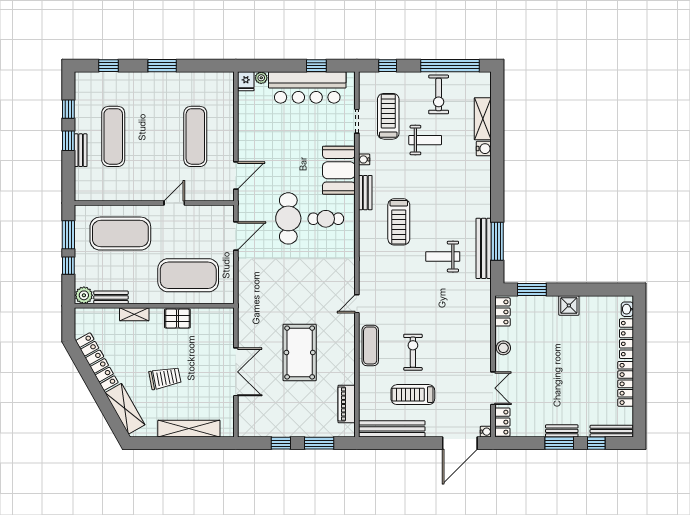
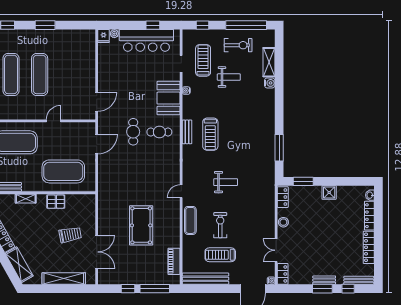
exercise bike: (439, 94) -> (238, 45), turned -90
exercise mat: (195, 136) -> (40, 74), moved
bench: (365, 193) -> (187, 132), moved
cafe table: (288, 218) -> (133, 132), width x0.73, depth x0.74
bench: (484, 248) -> (270, 153), removed
weight bench: (443, 257) -> (226, 182), moved, turned 180
double door: (236, 372) -> (97, 252), moved
trolley: (165, 378) -> (70, 235), moved
double door: (493, 388) -> (276, 250), swing flipped
window: (319, 443) -> (155, 289), width x1.44

